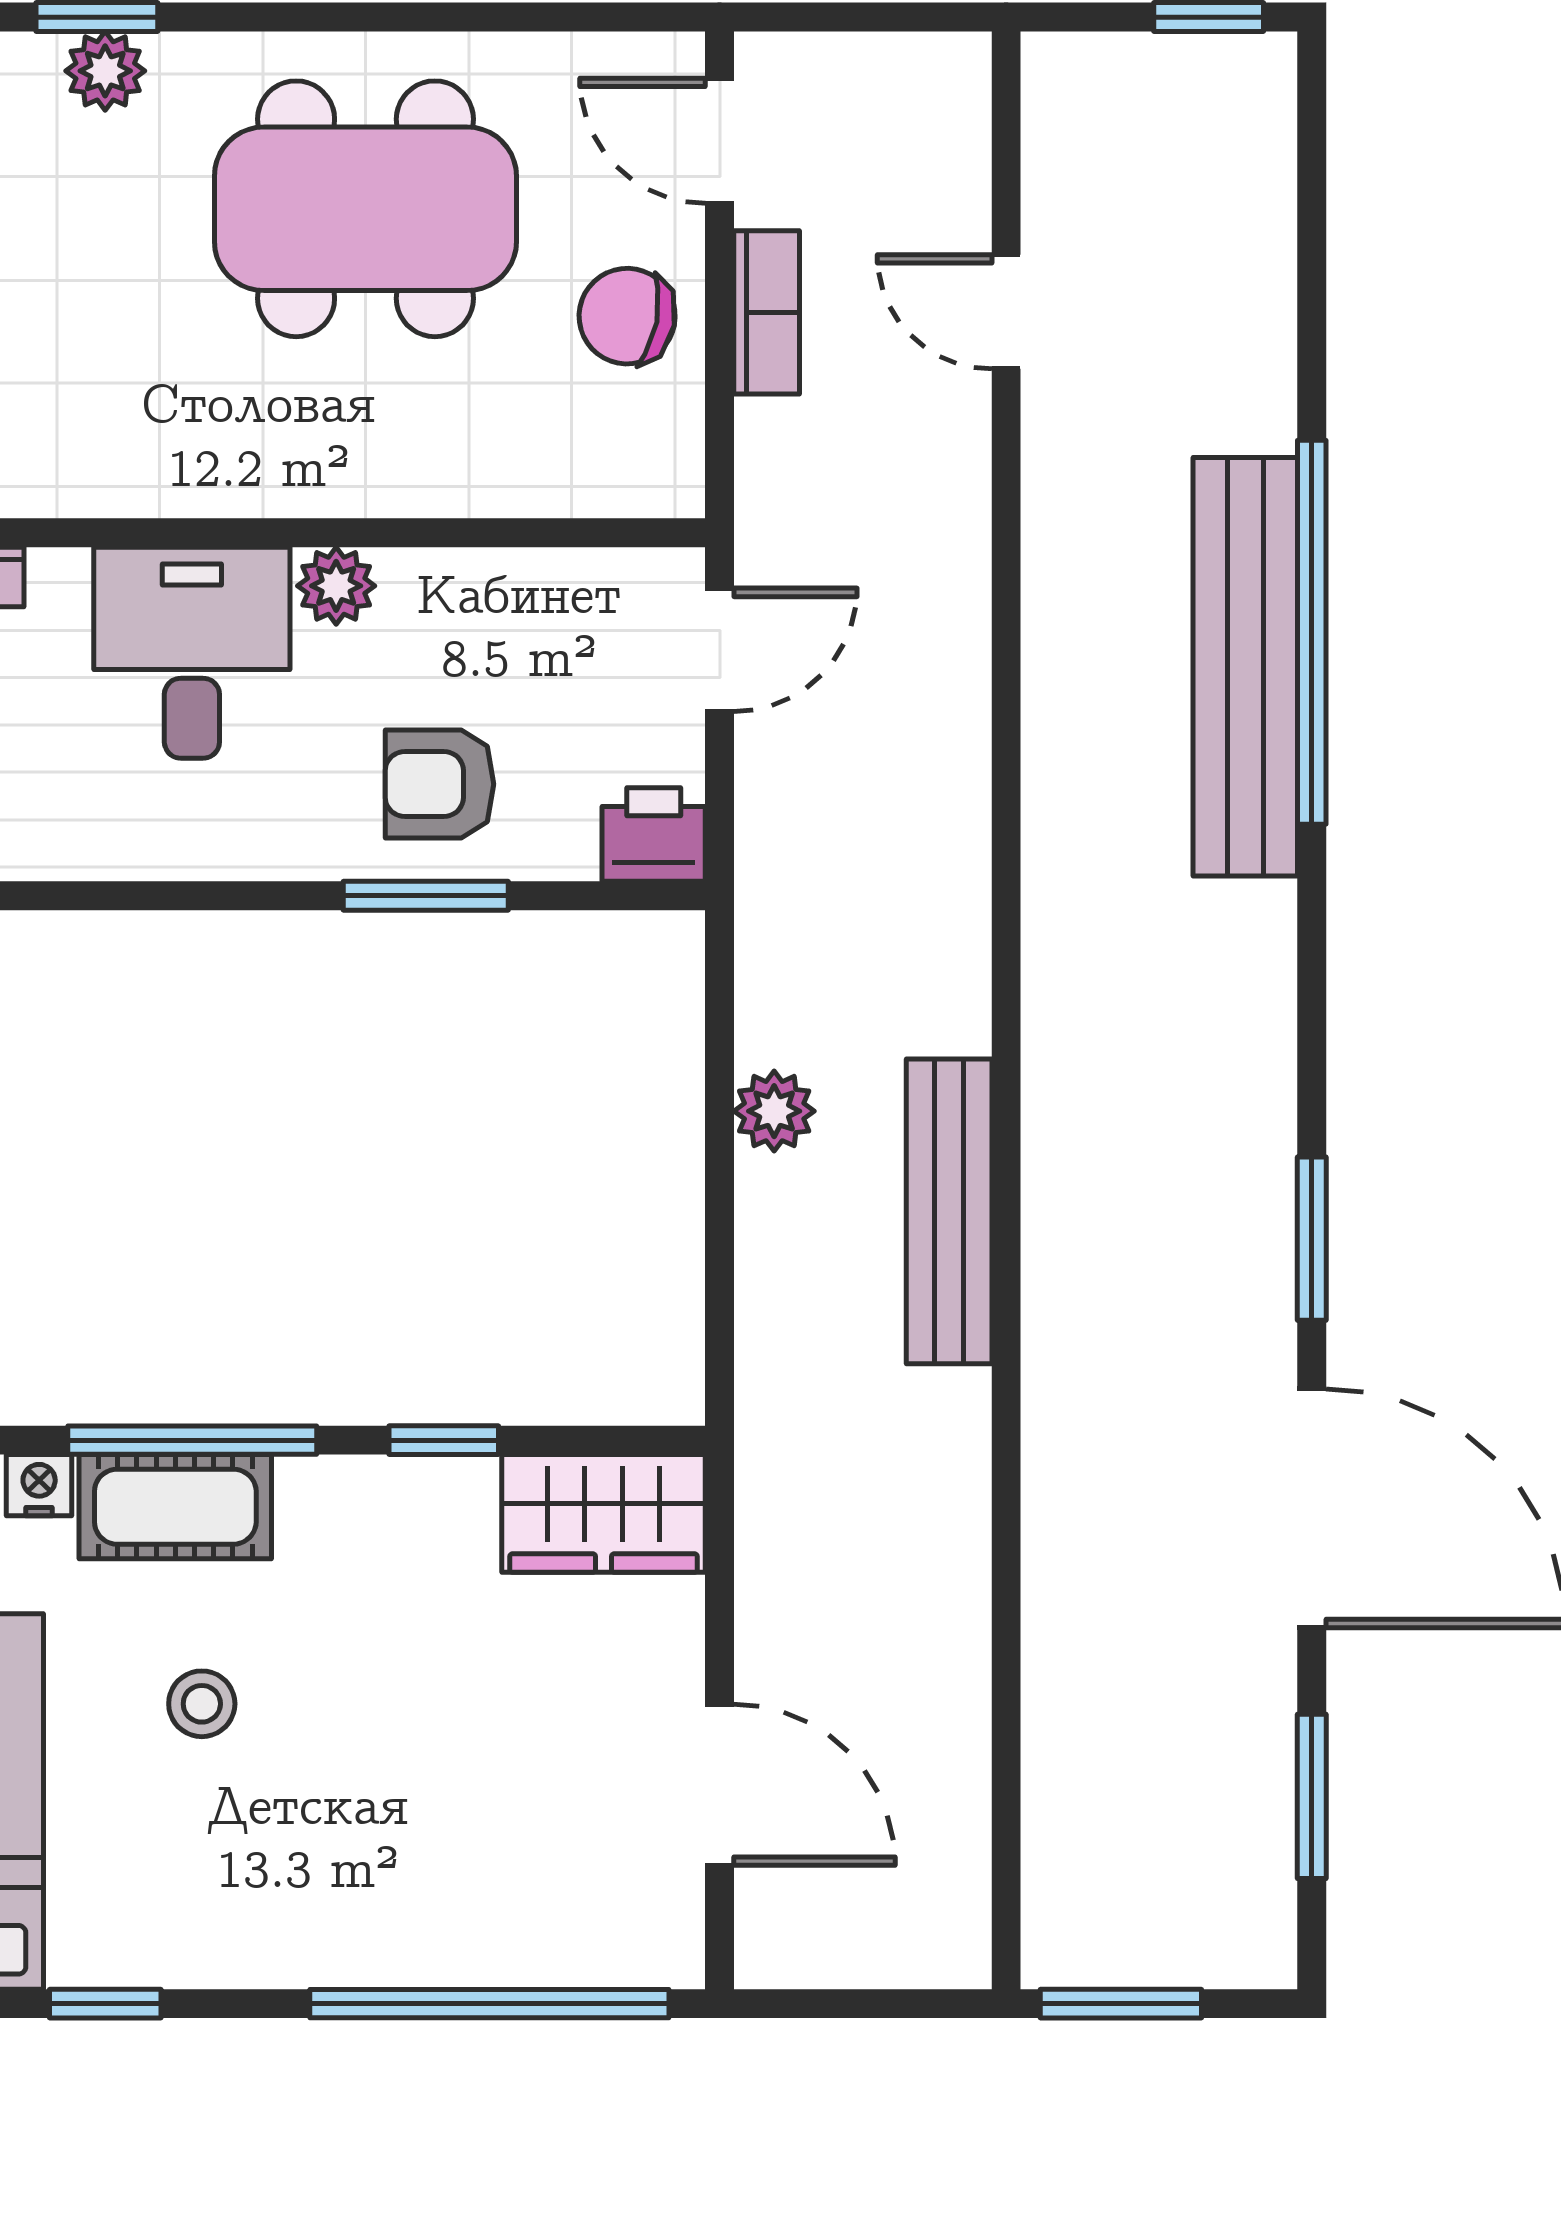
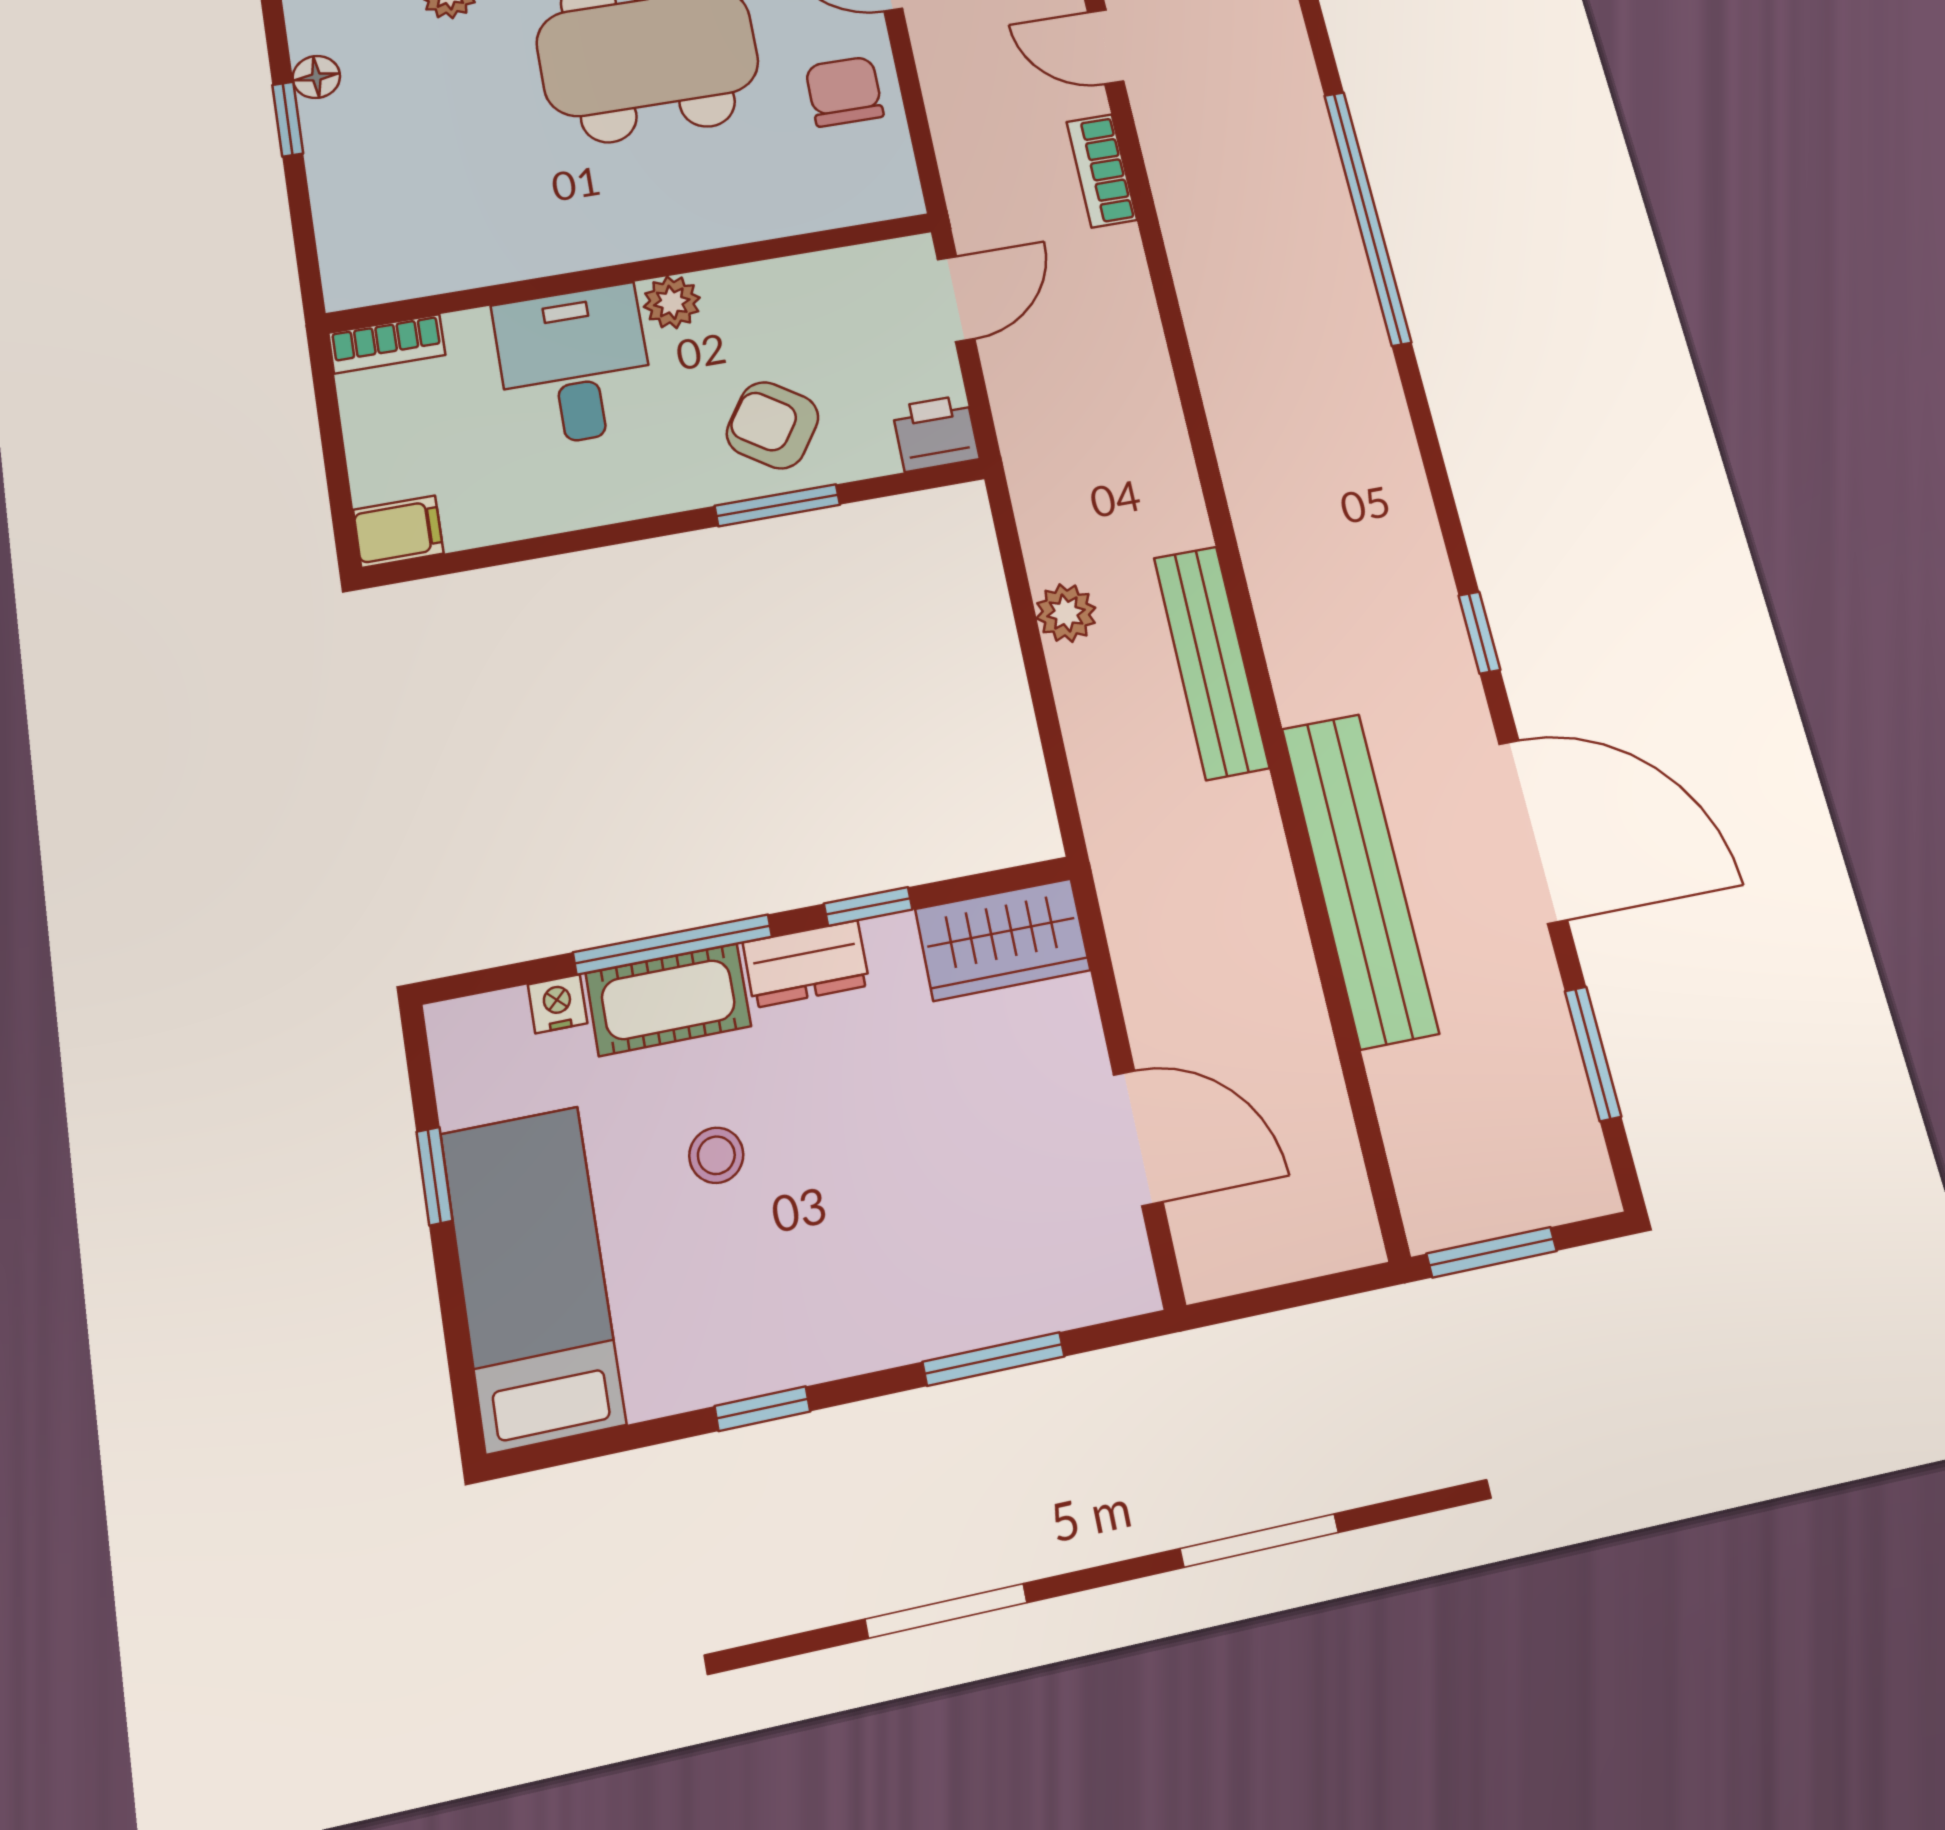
bookcase: (767, 312) -> (1102, 171), moved, turned 180
chair: (627, 316) -> (844, 91), turned 79
bench: (1245, 667) -> (1359, 879), moved
armchair: (440, 784) -> (773, 425), turned 34
window: (1312, 1239) -> (1479, 633), width x0.67
dresser: (353, 1496) -> (806, 964), added
window: (105, 2004) -> (762, 1409), moved
window: (489, 2004) -> (993, 1359), width x0.47

